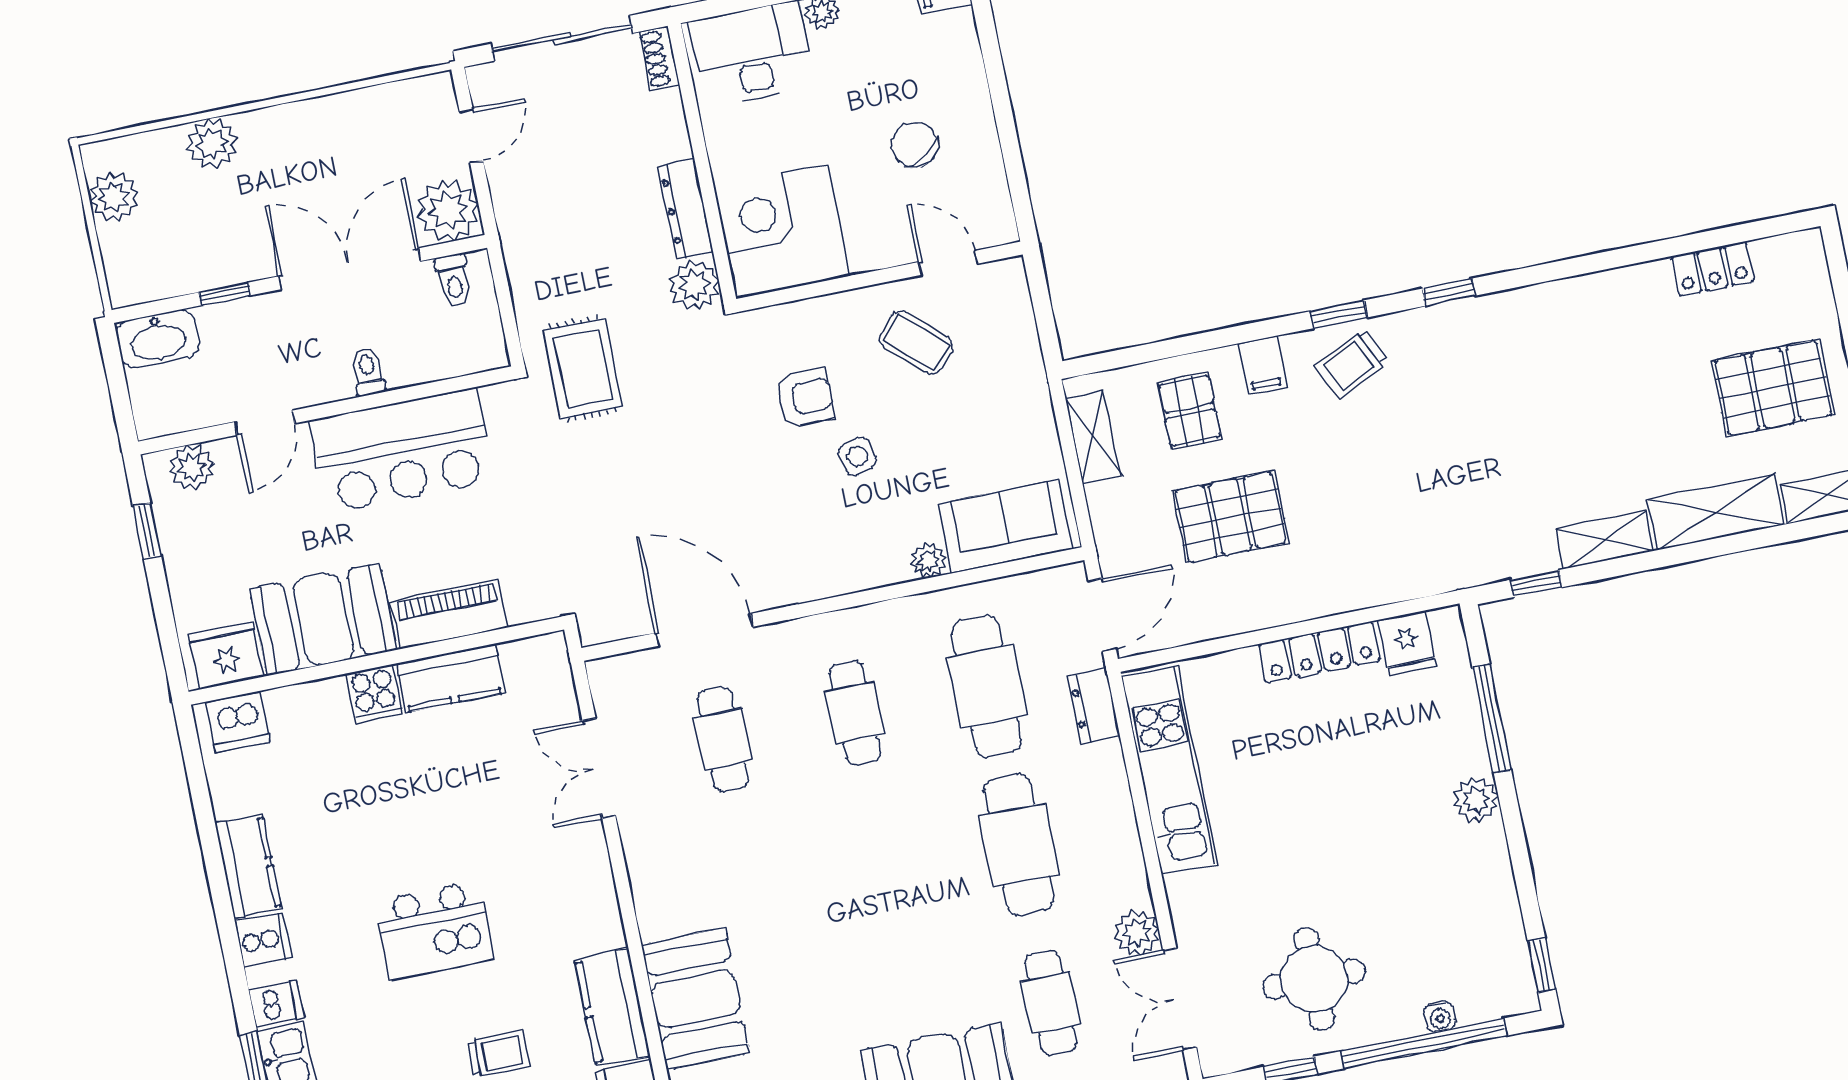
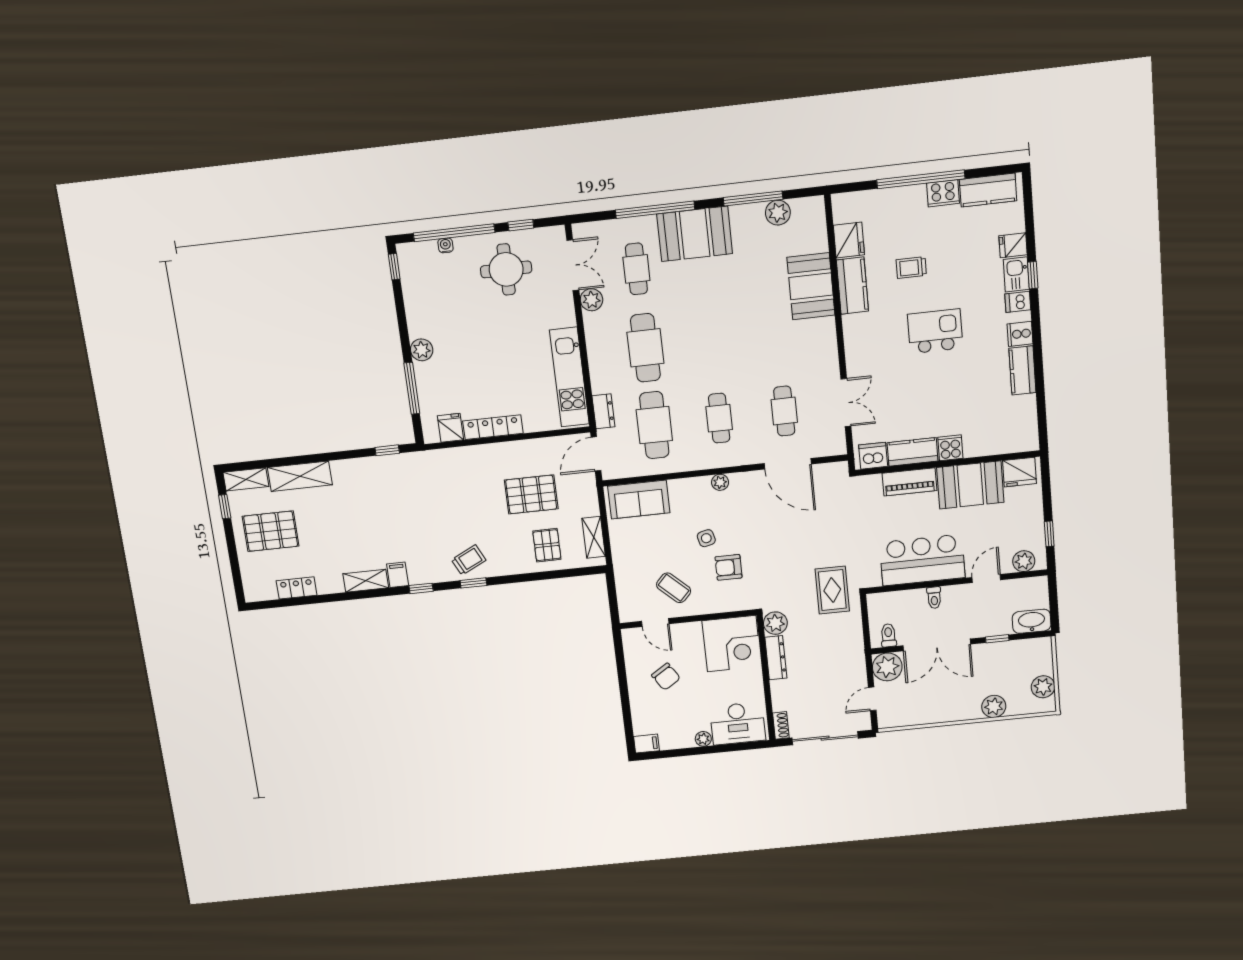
filing cabinet: (1263, 365) -> (398, 575), moved
shelving: (1605, 540) -> (366, 581), moved
plant: (928, 560) -> (720, 482), moved
dishwasher: (238, 722) -> (873, 456), moved

